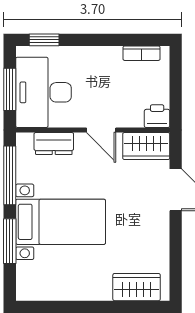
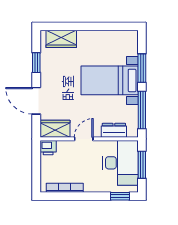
bookcase: (142, 53) -> (65, 188), width x1.56
door: (101, 130) -> (84, 139), hinge flipped
window: (176, 250) -> (36, 63), added

